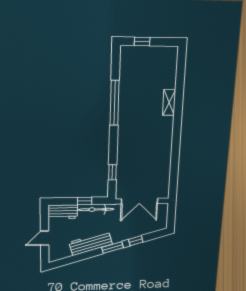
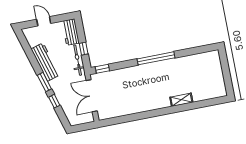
window: (142, 41) -> (225, 66), removed
window: (114, 103) -> (156, 58), moved
window: (112, 172) -> (102, 69), moved

